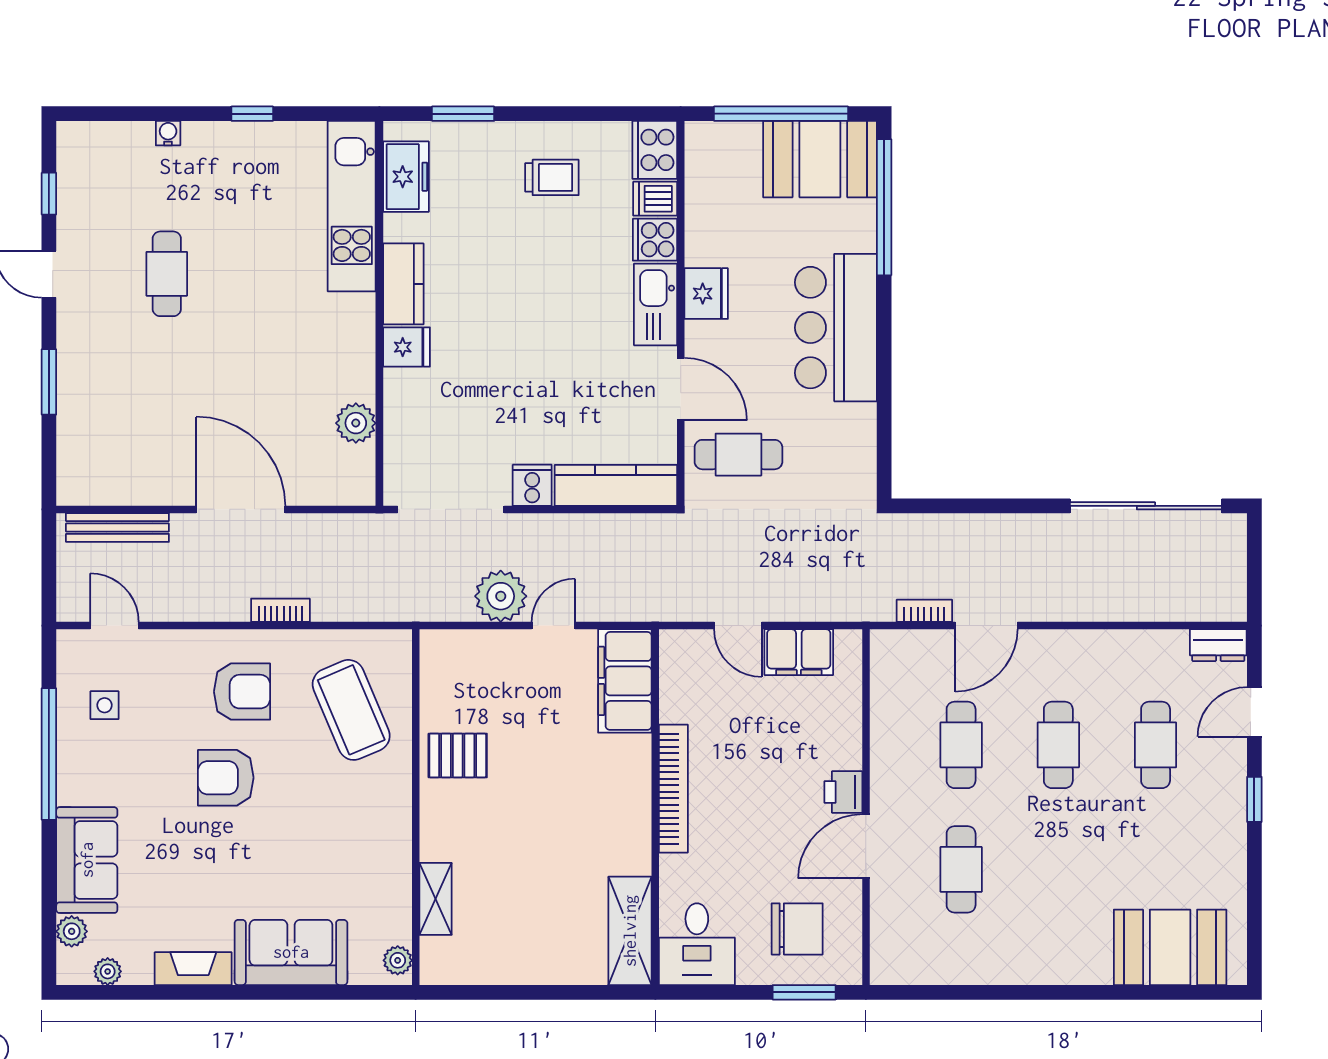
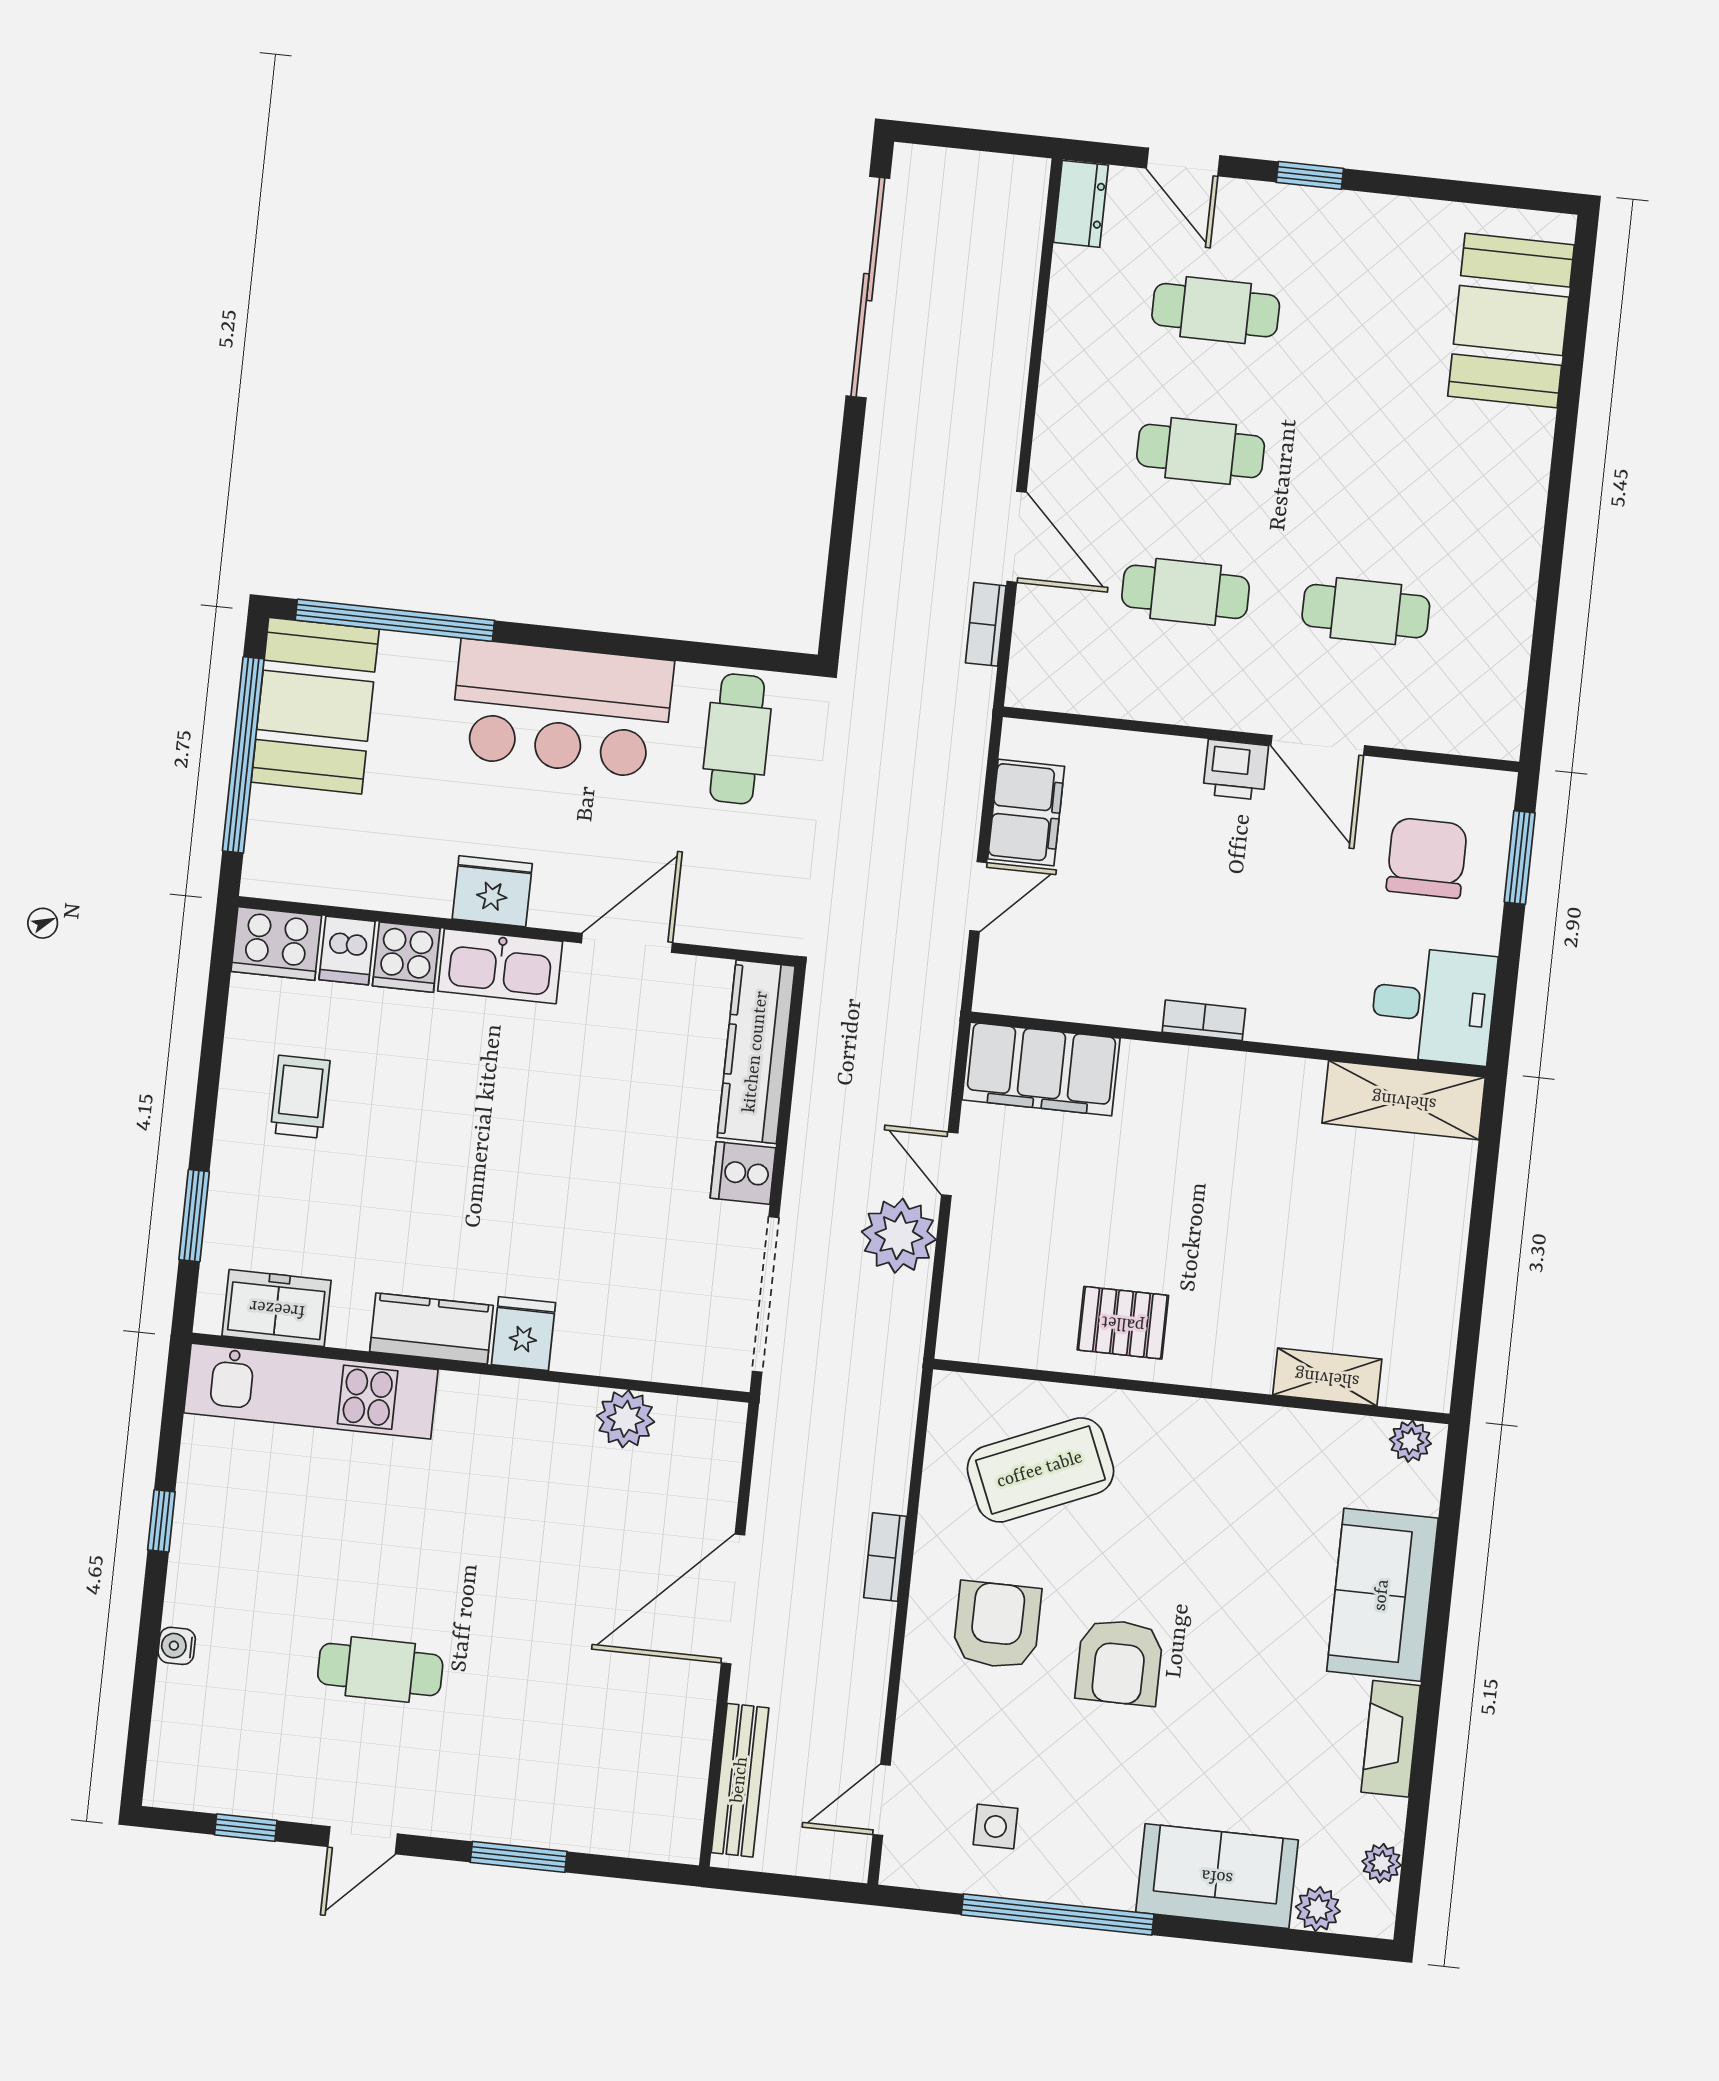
cafe table: (738, 455) -> (737, 739), moved
pallet: (458, 755) -> (1123, 1323), turned 90
bookcase: (673, 789) -> (1204, 1020), width x0.43, depth x0.76

